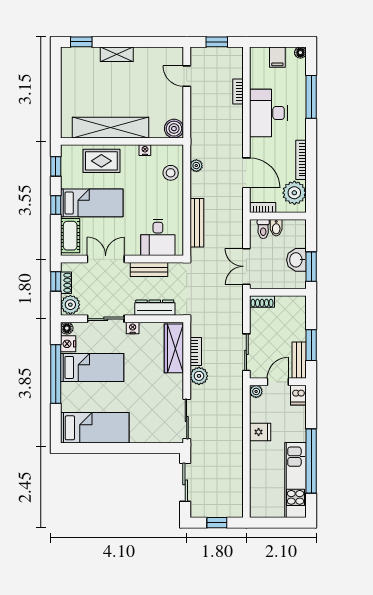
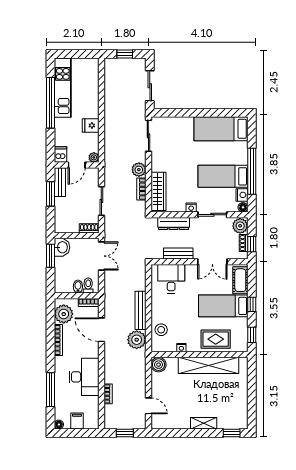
plant: (196, 166) -> (137, 340), width x1.88, depth x1.88
bench: (197, 223) -> (140, 310), moved
washbasin: (296, 260) -> (62, 247), moved
sliding door: (246, 352) -> (101, 201), moved

